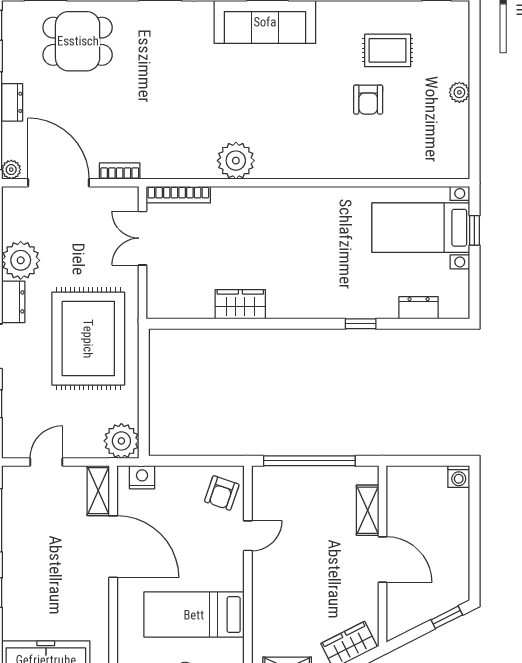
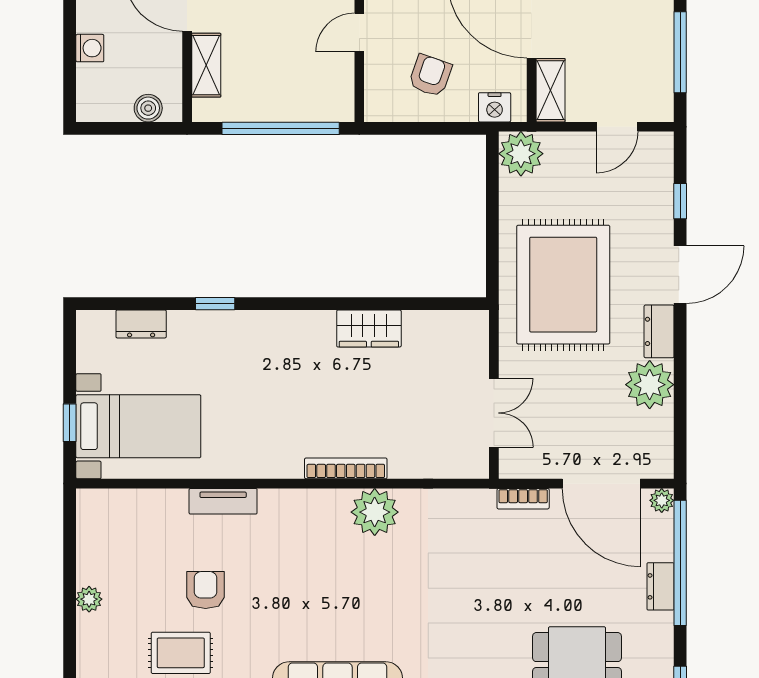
tv unit: (354, 169) -> (223, 501), added
bookcase: (178, 195) -> (346, 468), moved
boiler: (413, 477) -> (148, 108), added
washing machine: (459, 477) -> (90, 48), moved, turned 90
armchair: (222, 493) -> (430, 76), moved

